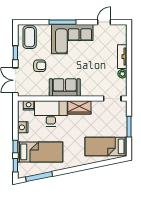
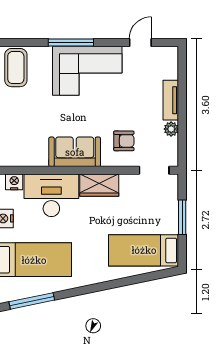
armchair: (40, 66) -> (124, 141), moved

